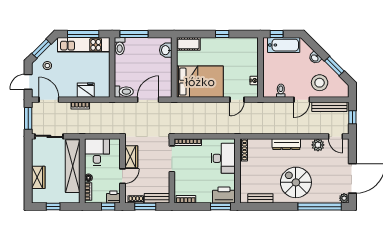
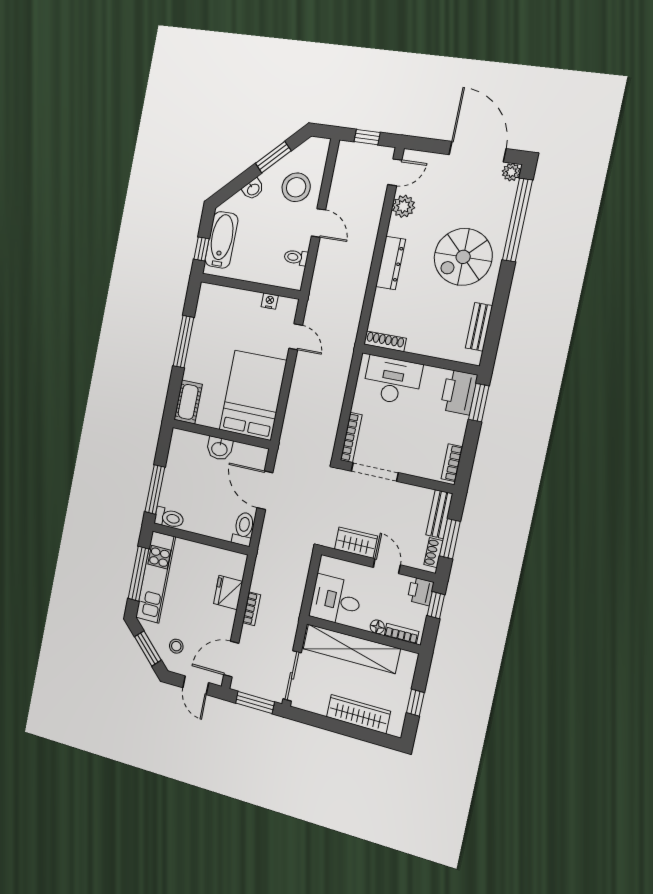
window: (222, 34) -> (184, 342), width x2.17
washbasin: (166, 50) -> (219, 449), moved
bench: (329, 107) -> (341, 176), removed
wardrobe: (38, 177) -> (358, 714), width x1.50

